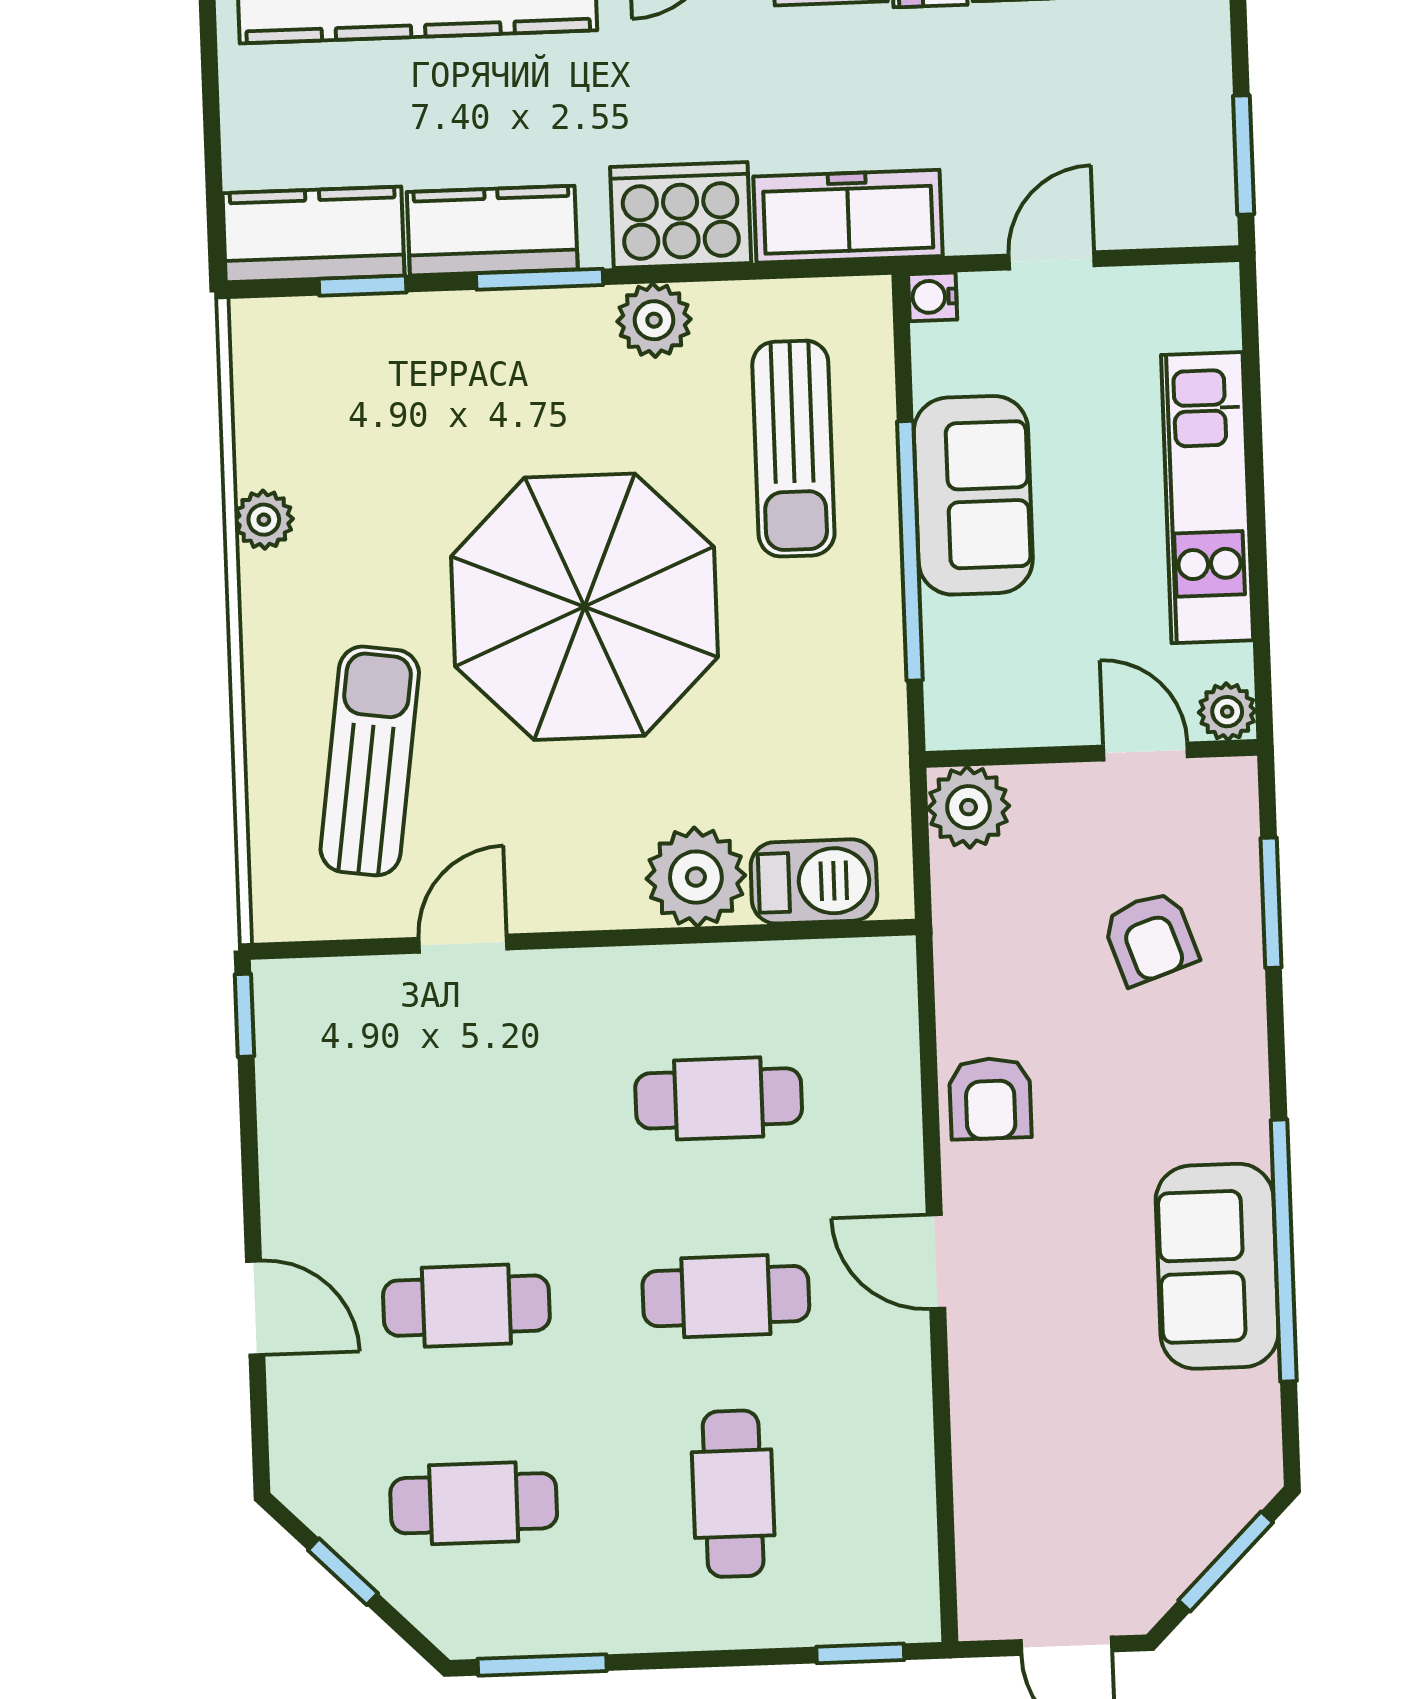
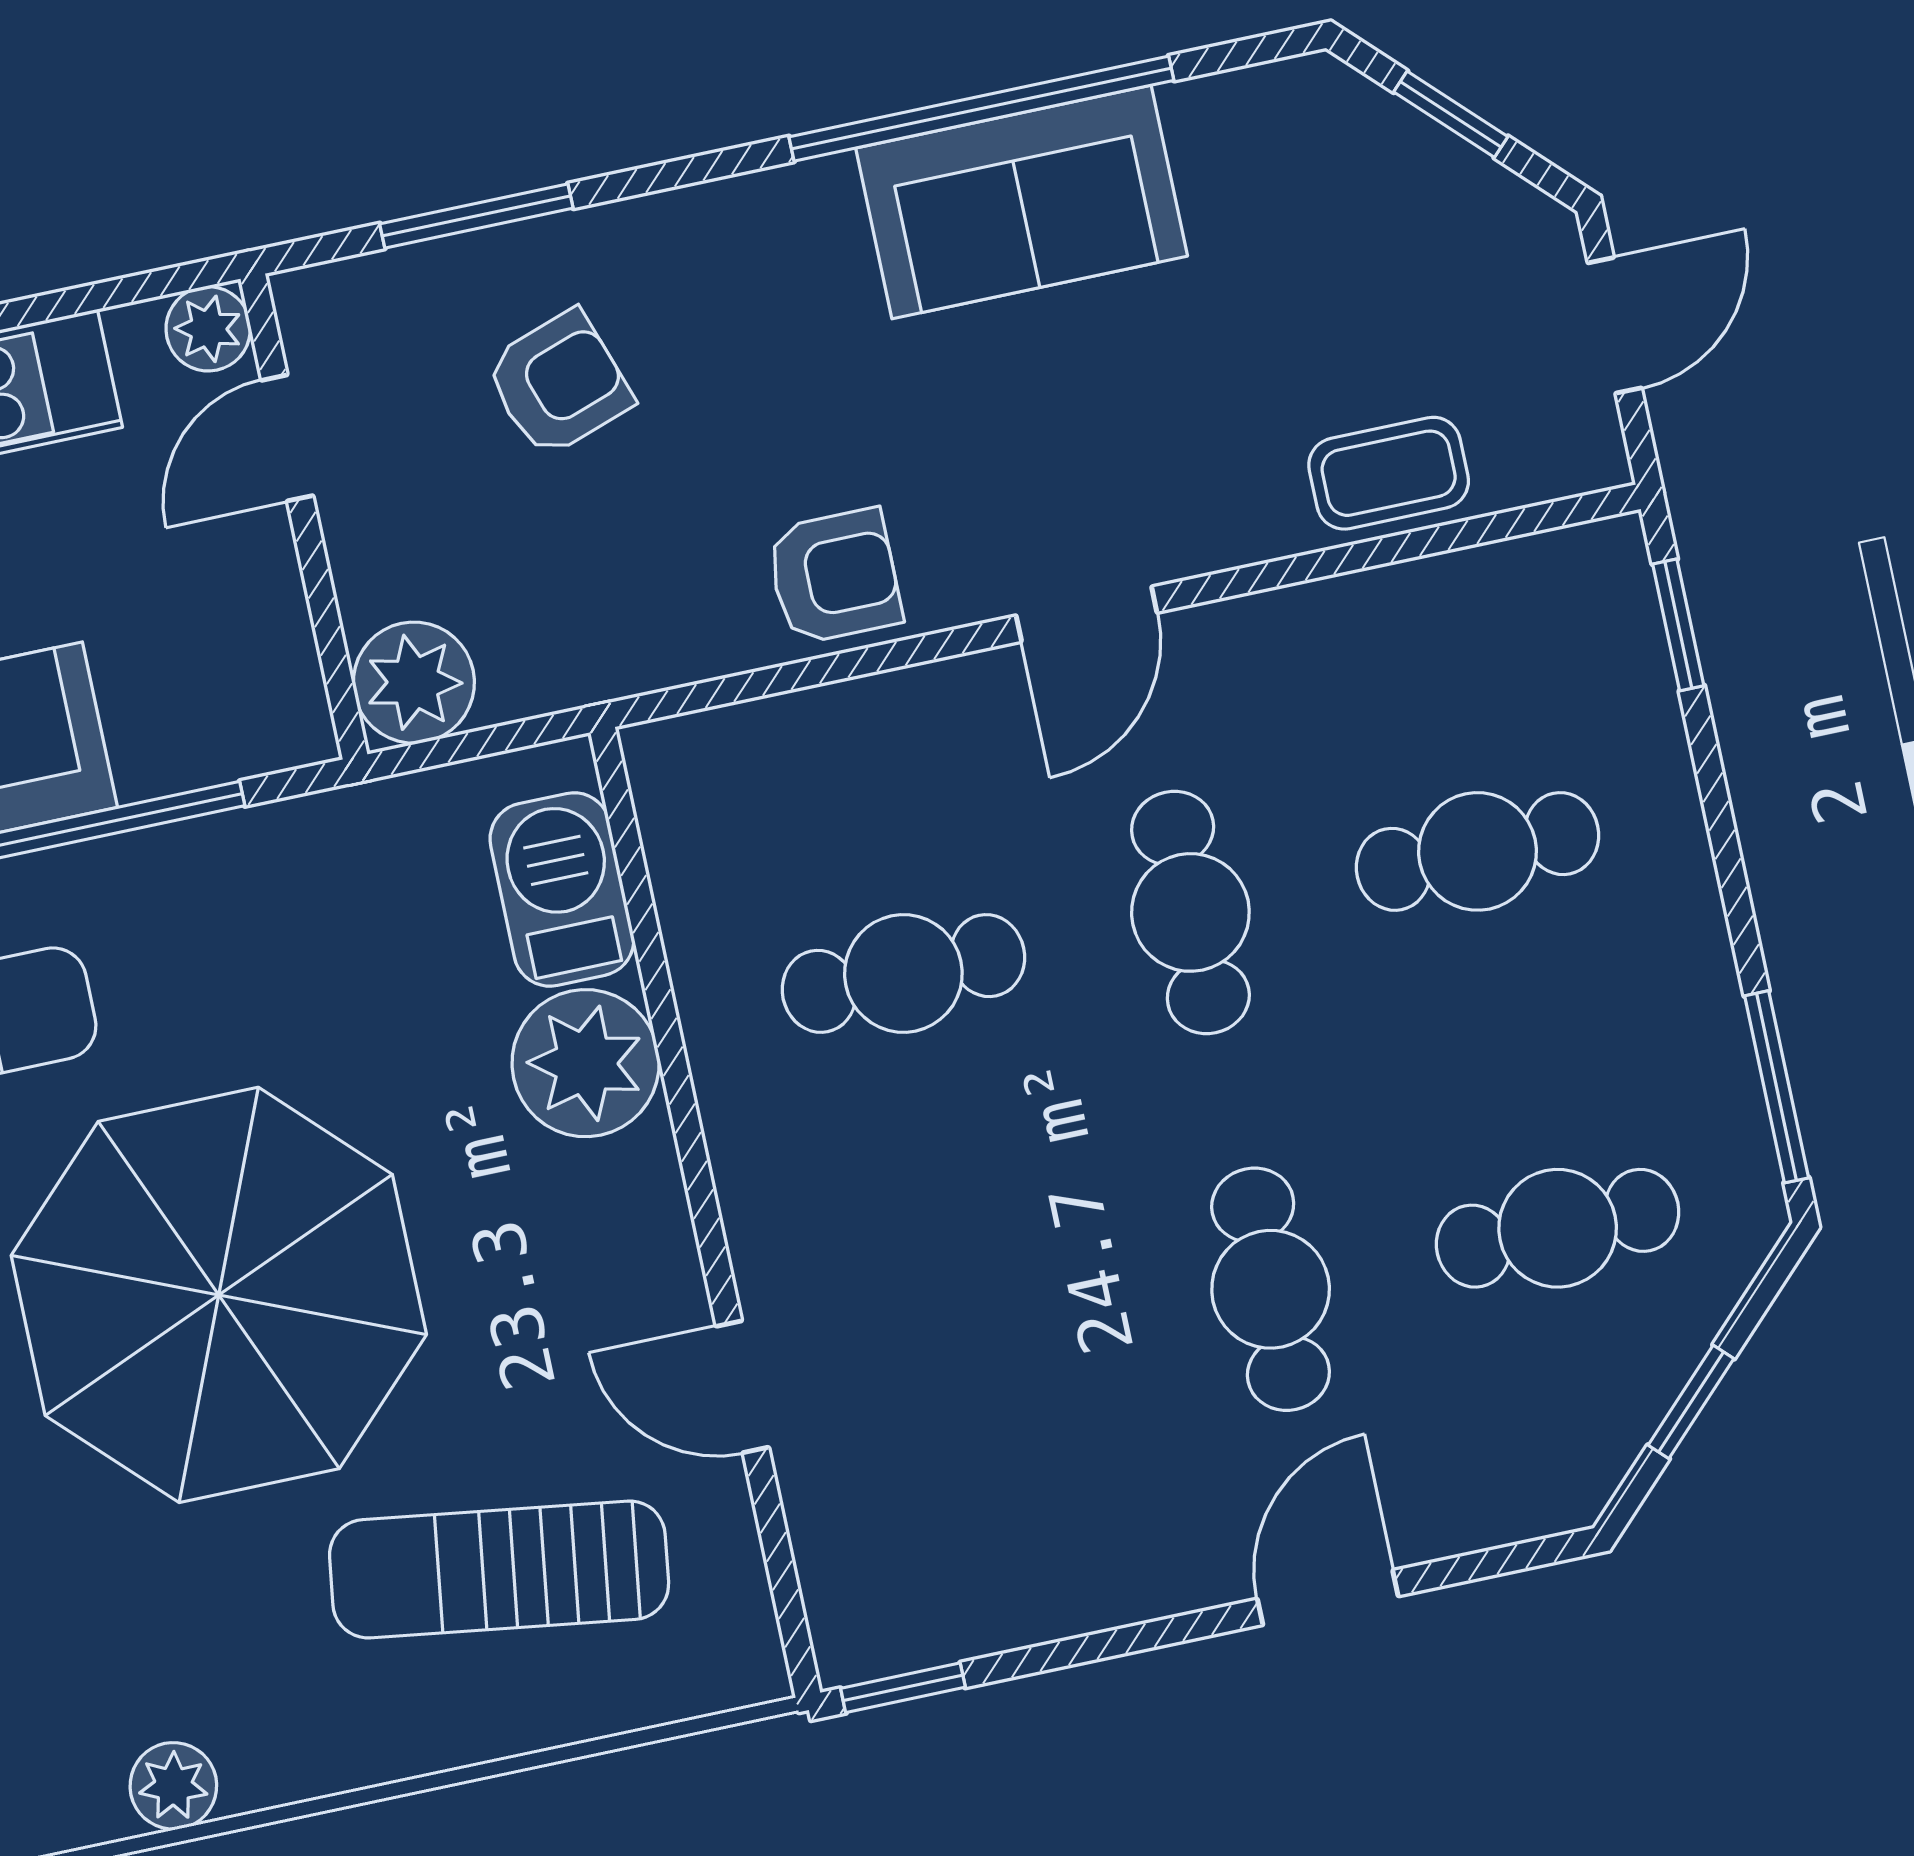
cafe table: (719, 1098) -> (903, 973), turned 90
coffee table: (995, 1479) -> (1389, 473), added
cafe table: (474, 1503) -> (1558, 1228), turned 90
window: (1226, 1561) -> (1451, 114), width x0.67

